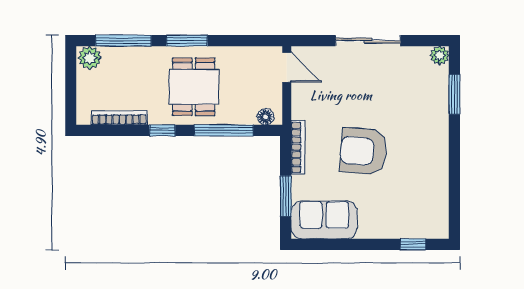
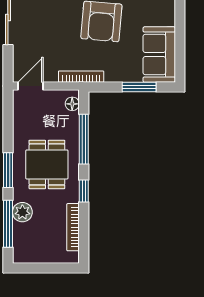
plant: (90, 58) -> (22, 212), moved
dining table: (194, 87) -> (47, 164), turned 90
bookcase: (298, 147) -> (81, 77), moved

